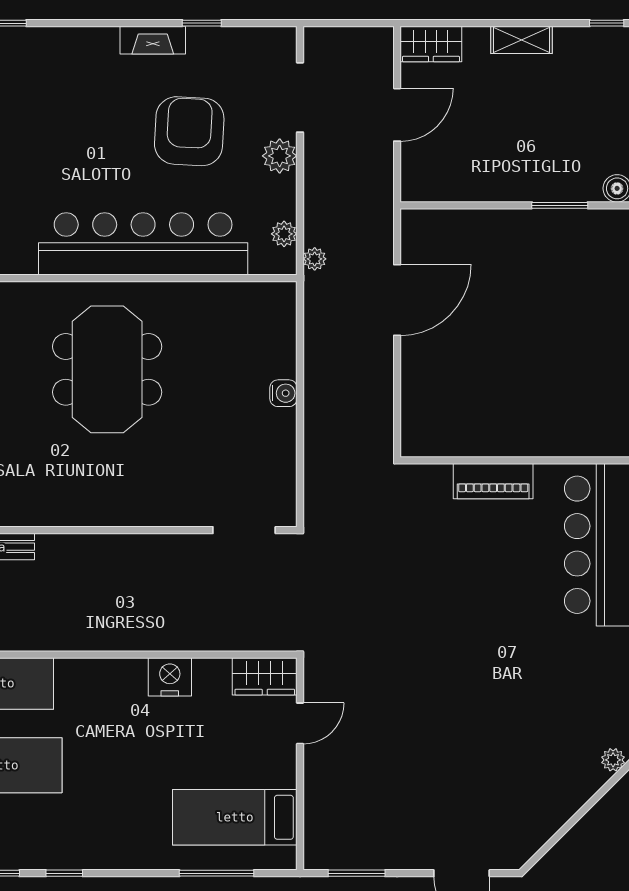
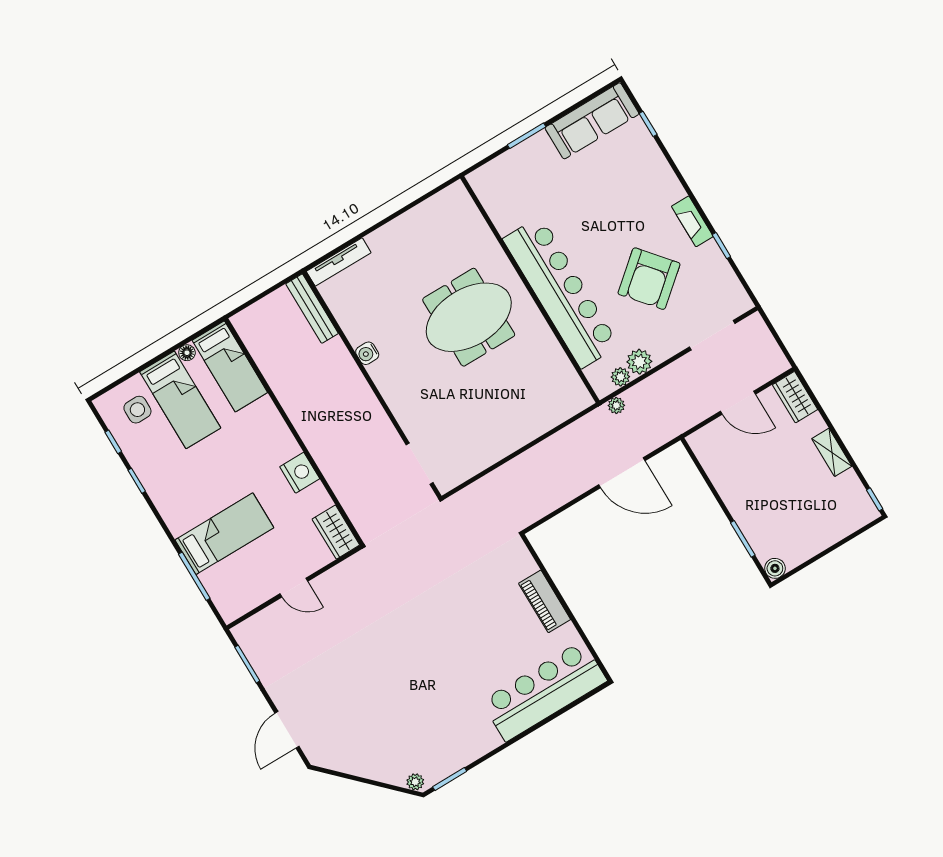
armchair: (189, 131) -> (649, 279), turned 137
plant: (280, 156) -> (639, 362), moved
water cooler: (283, 393) -> (367, 353), moved, turned 90
door: (300, 723) -> (294, 588), moved
bed: (235, 817) -> (224, 534), moved, turned 90

